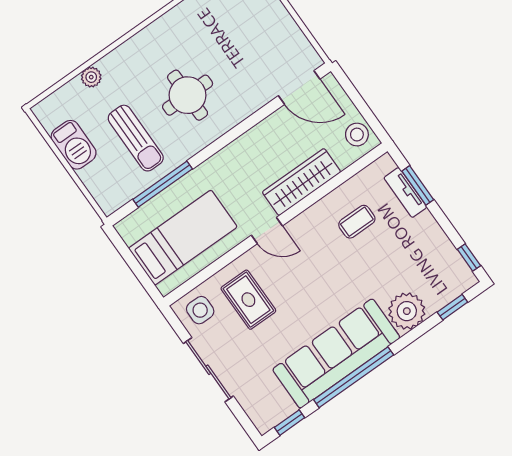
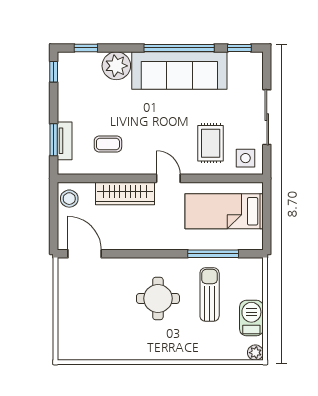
plant: (91, 77) -> (255, 353), moved

